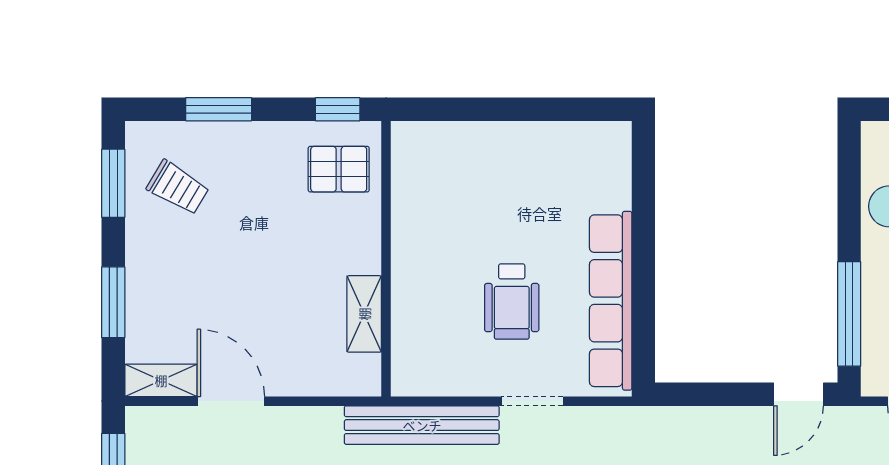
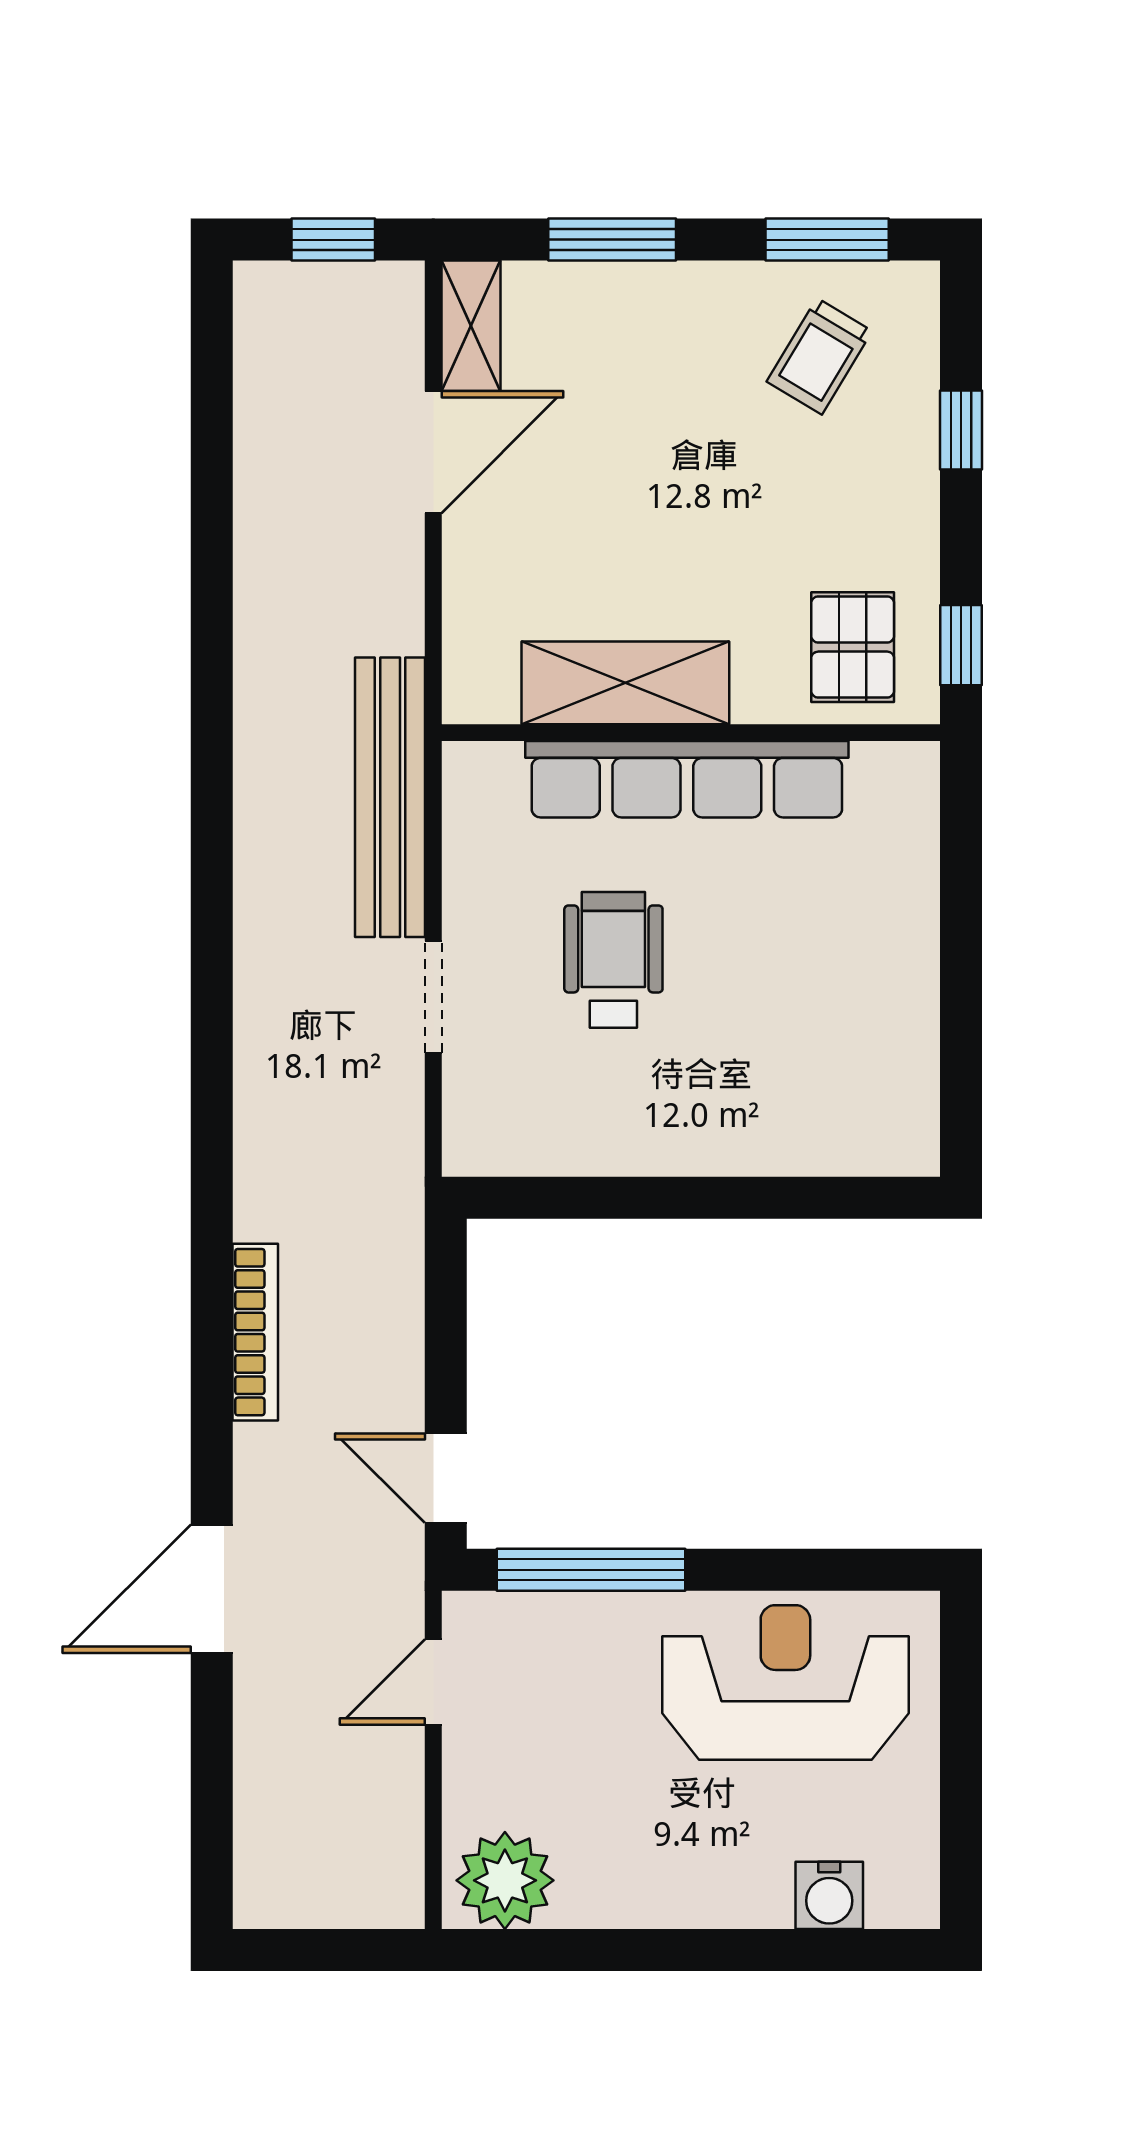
window: (219, 109) -> (961, 430), width x0.67
row of seats: (611, 301) -> (687, 779), moved, turned 180
wheelchair: (512, 302) -> (613, 960), turned 90
shelving: (364, 314) -> (625, 683), width x1.50, depth x1.33

